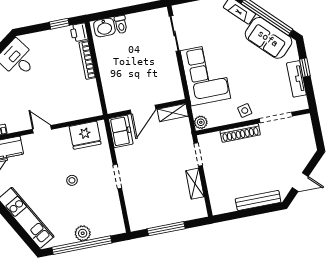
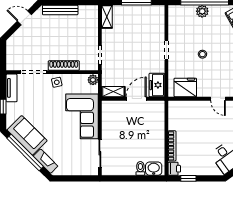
tv unit: (296, 79) -> (12, 88), moved
shelving: (195, 184) -> (107, 17), moved

